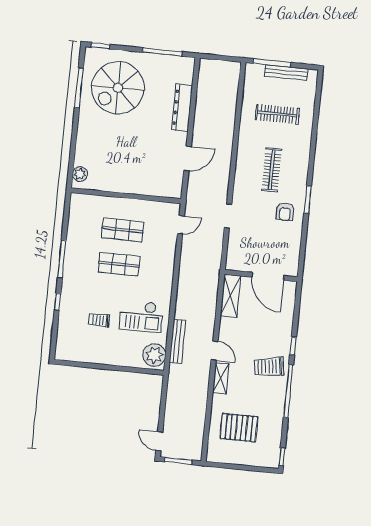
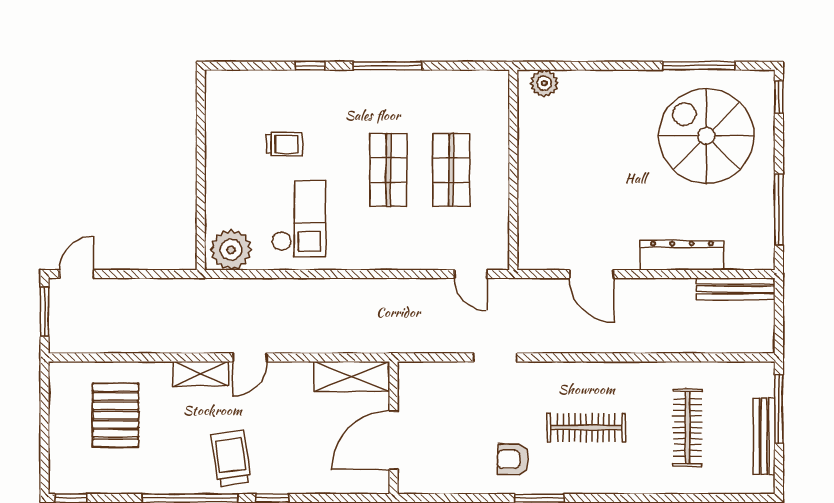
checkout: (141, 316) -> (299, 219), turned 180
trolley: (99, 320) -> (284, 144), turned 90
bench: (177, 341) -> (736, 289), moved

